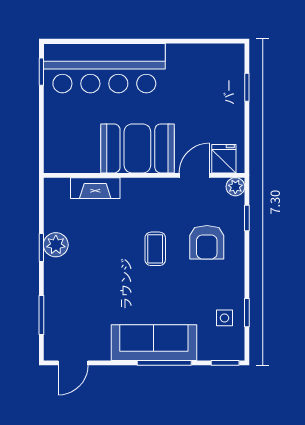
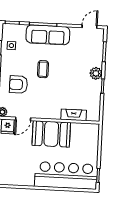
armchair: (207, 242) -> (18, 84), turned -90
plant: (56, 245) -> (96, 73), moved
coffee table: (155, 249) -> (43, 69), moved

